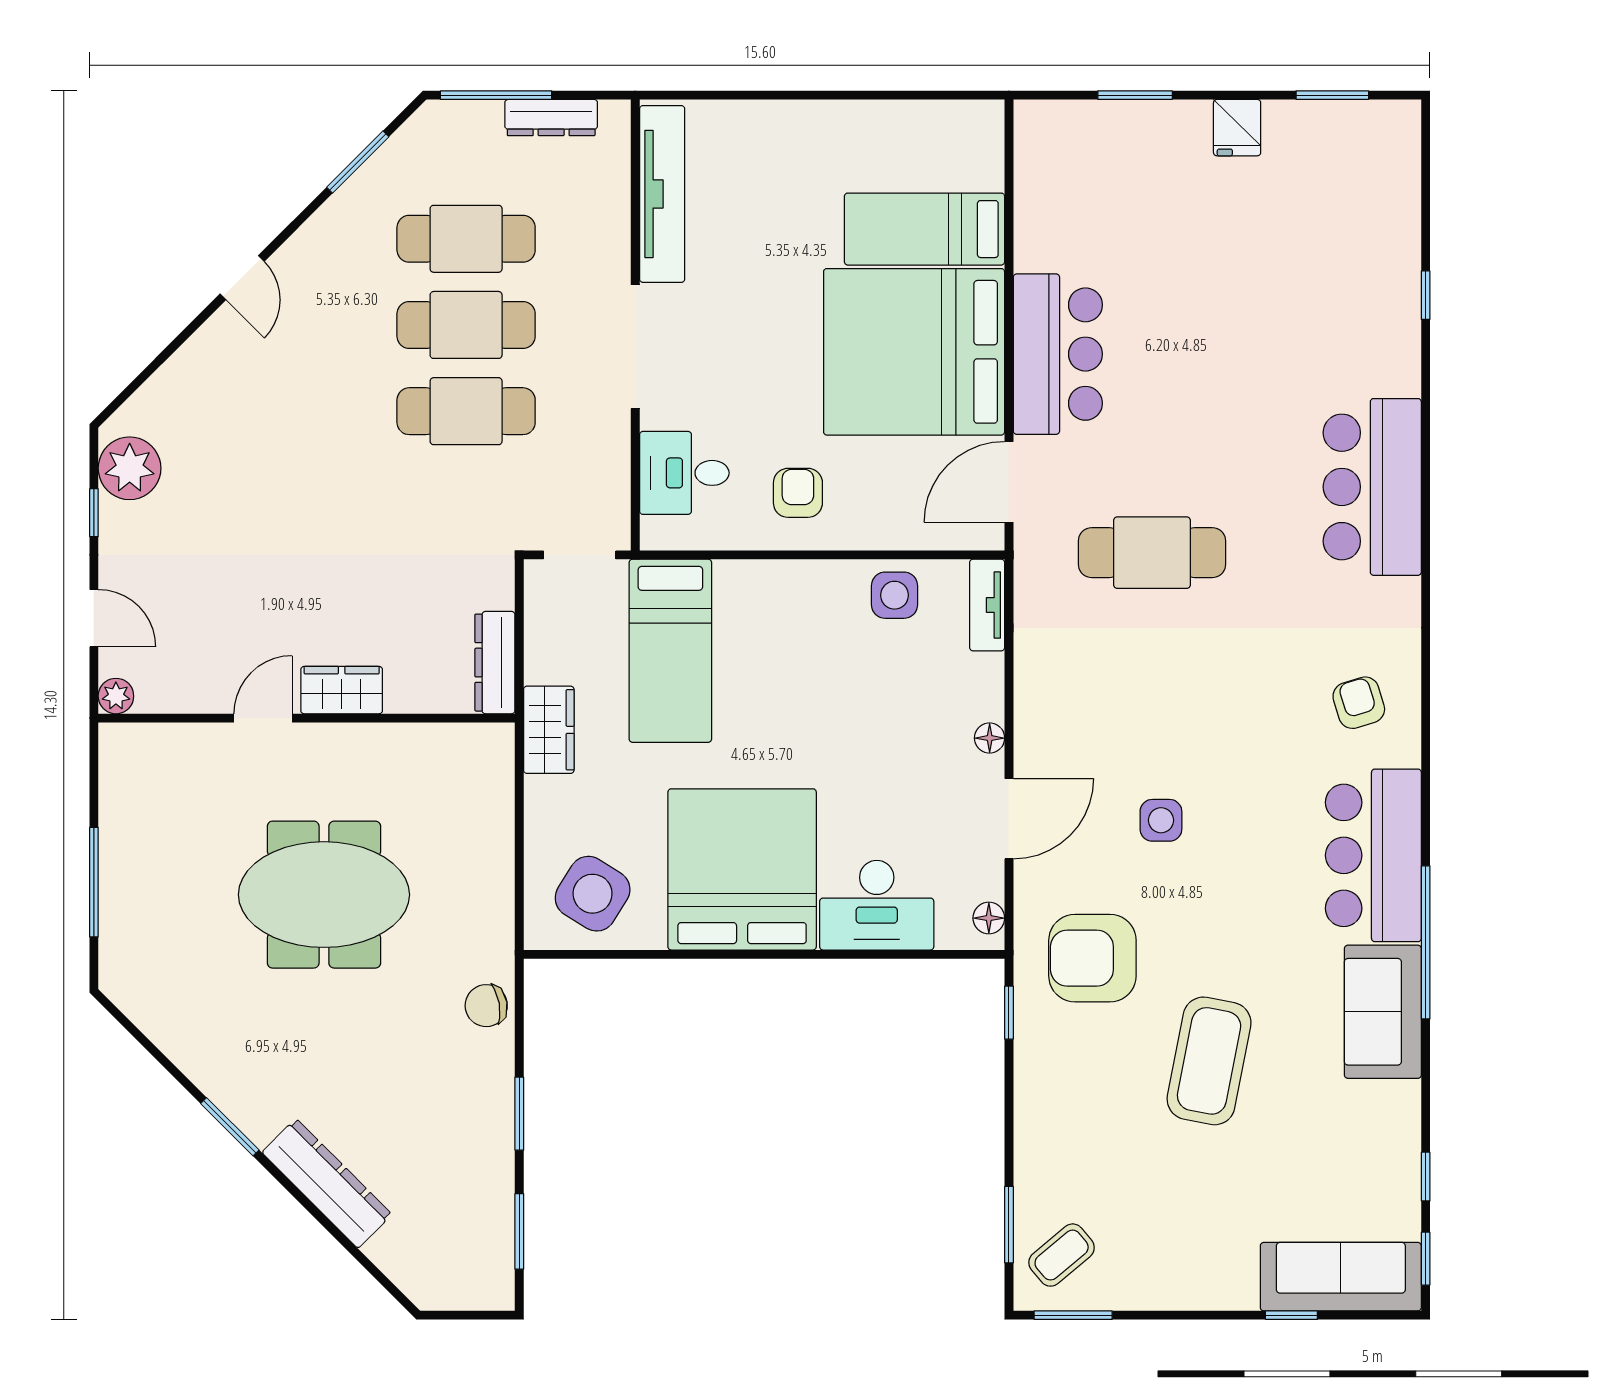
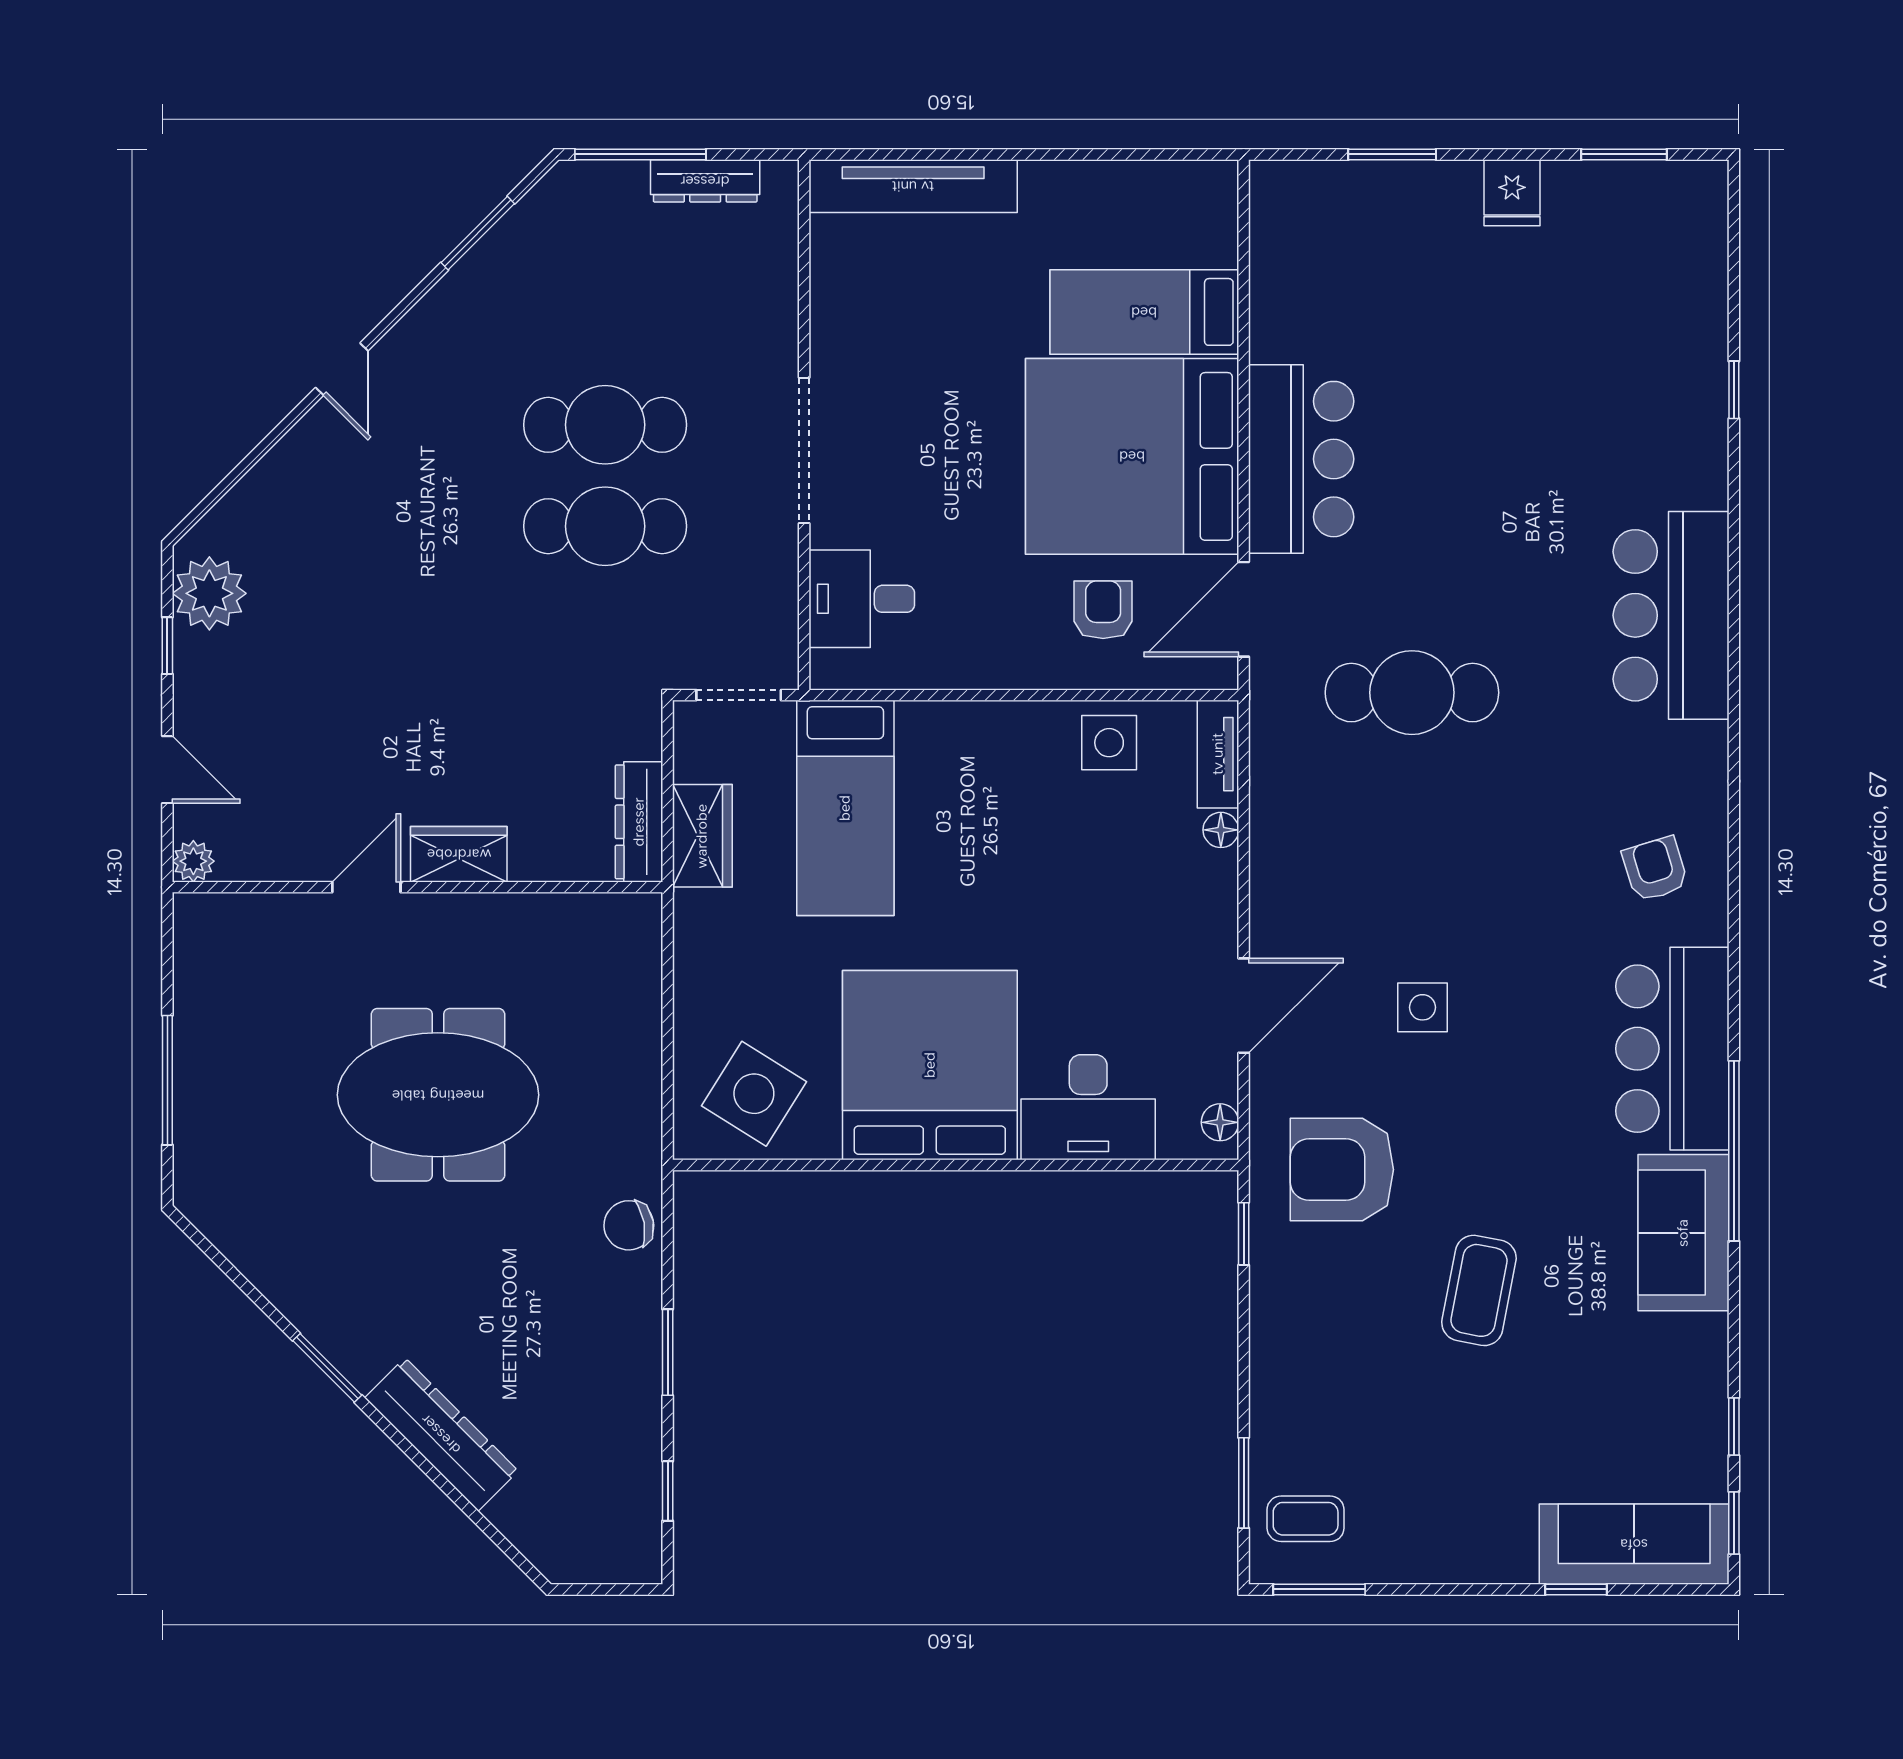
tv unit: (662, 194) -> (913, 186), moved, turned 90
cafe table: (466, 239) -> (605, 323), removed
armchair: (798, 493) -> (1103, 610), moved
wardrobe: (549, 730) -> (702, 836), moved
floor lamp: (990, 738) -> (1221, 830), moved
coffee table: (1209, 1061) -> (1479, 1290), width x0.73, depth x0.76
window: (519, 1231) -> (668, 1491), width x0.67
coffee table: (1062, 1255) -> (1306, 1519), turned 40

